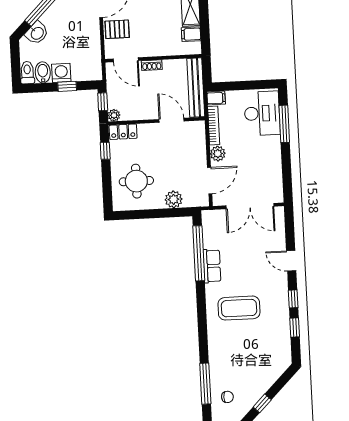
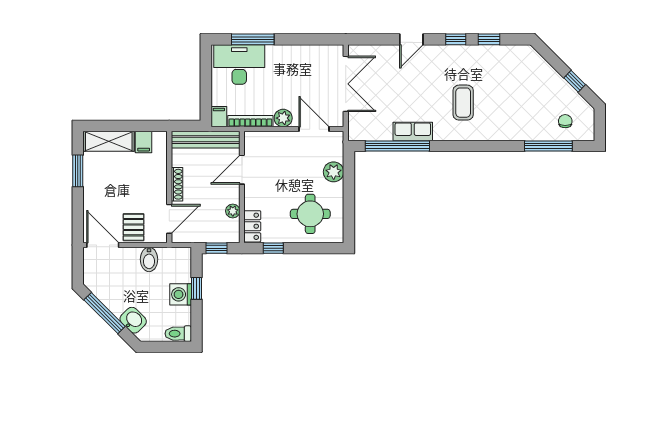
shoe rack: (152, 65) -> (177, 184), width x1.43
bidet: (43, 72) -> (149, 259), moved, turned -90
plant: (114, 115) -> (233, 211), moved
coffee table: (239, 308) -> (463, 103), width x0.73, depth x0.76

